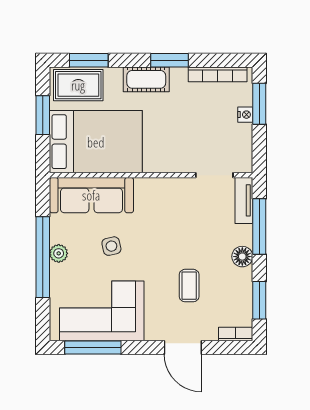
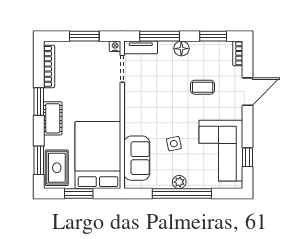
window: (259, 104) -> (84, 36), moved
nightstand: (245, 115) -> (115, 46), moved
sofa: (91, 195) -> (137, 158), width x0.73
window: (93, 347) -> (248, 157), width x0.46

